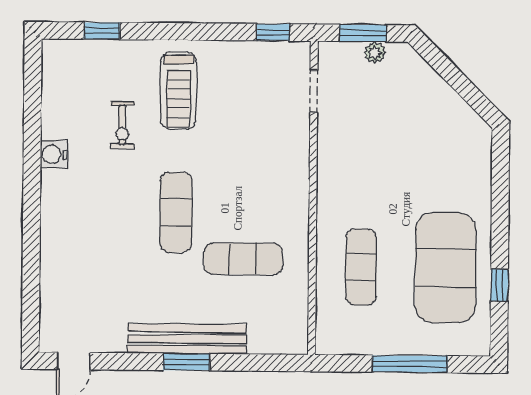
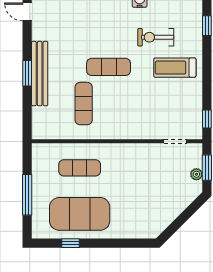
exercise bike: (122, 125) -> (156, 37), width x1.38, depth x1.39

